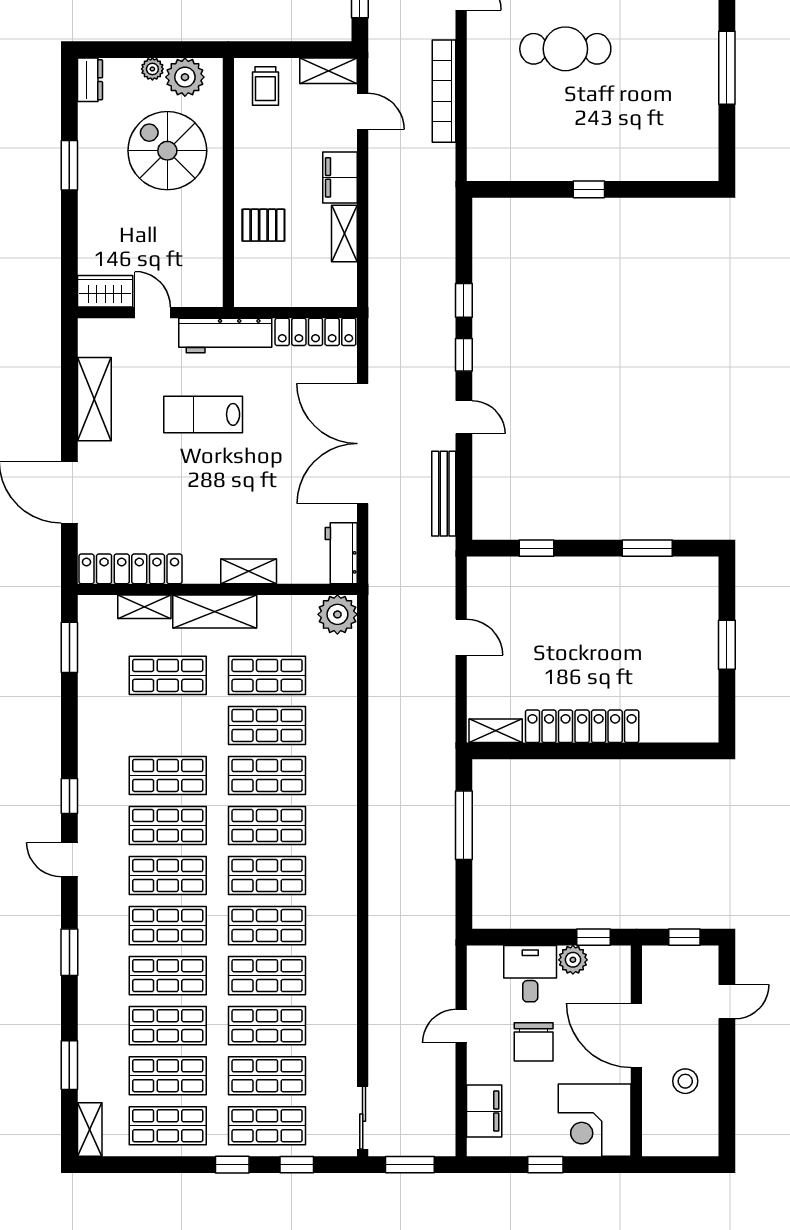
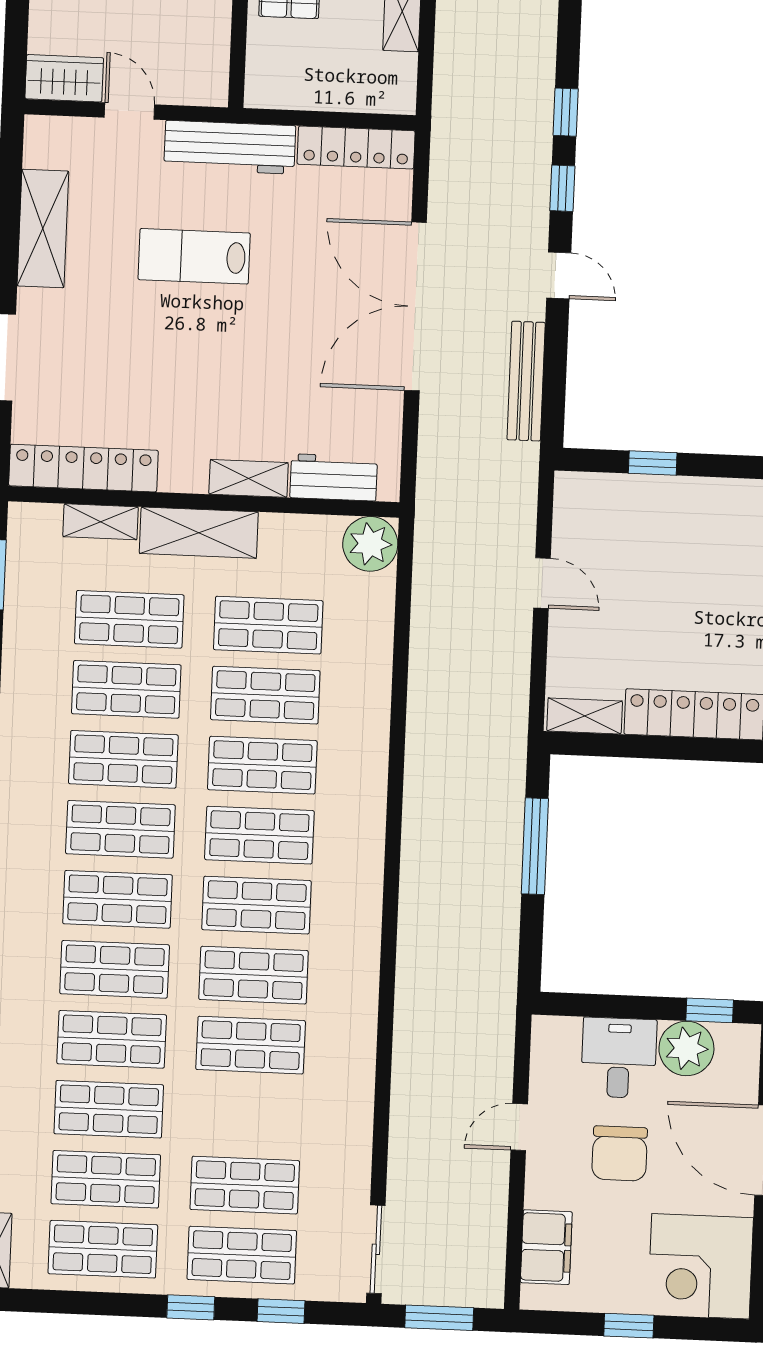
workbench: (341, 553) -> (334, 477), moved, turned 90
plant: (573, 960) -> (686, 1048), width x1.36, depth x1.36
shop shelf: (267, 1026) -> (126, 689), moved

